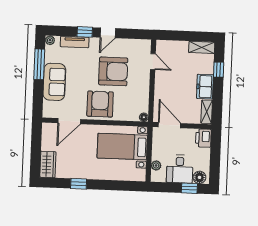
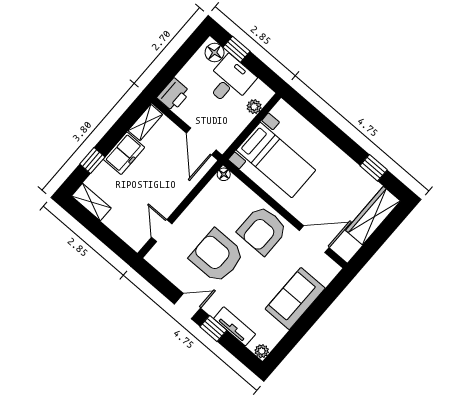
window: (39, 64) -> (296, 333), removed
wardrobe: (48, 164) -> (373, 216), width x1.50
window: (79, 184) -> (374, 168), moved

